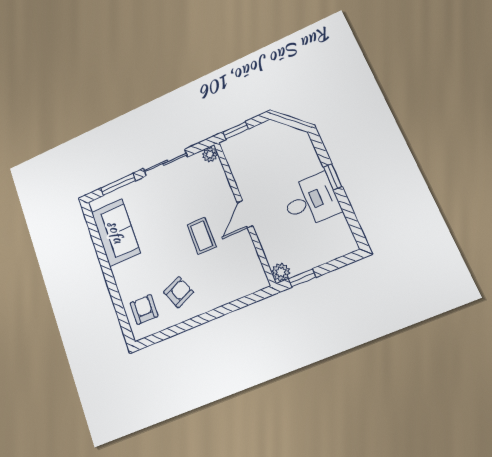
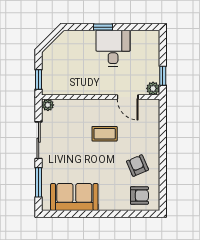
door: (245, 214) -> (128, 97), moved
armchair: (144, 309) -> (139, 196), turned 180

